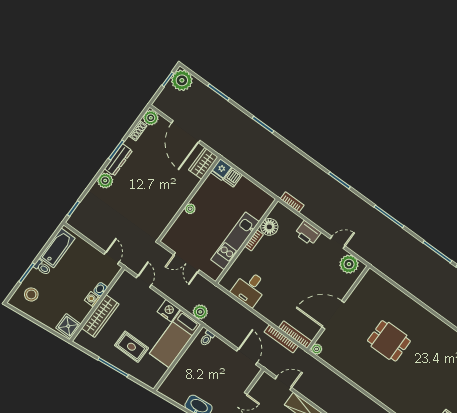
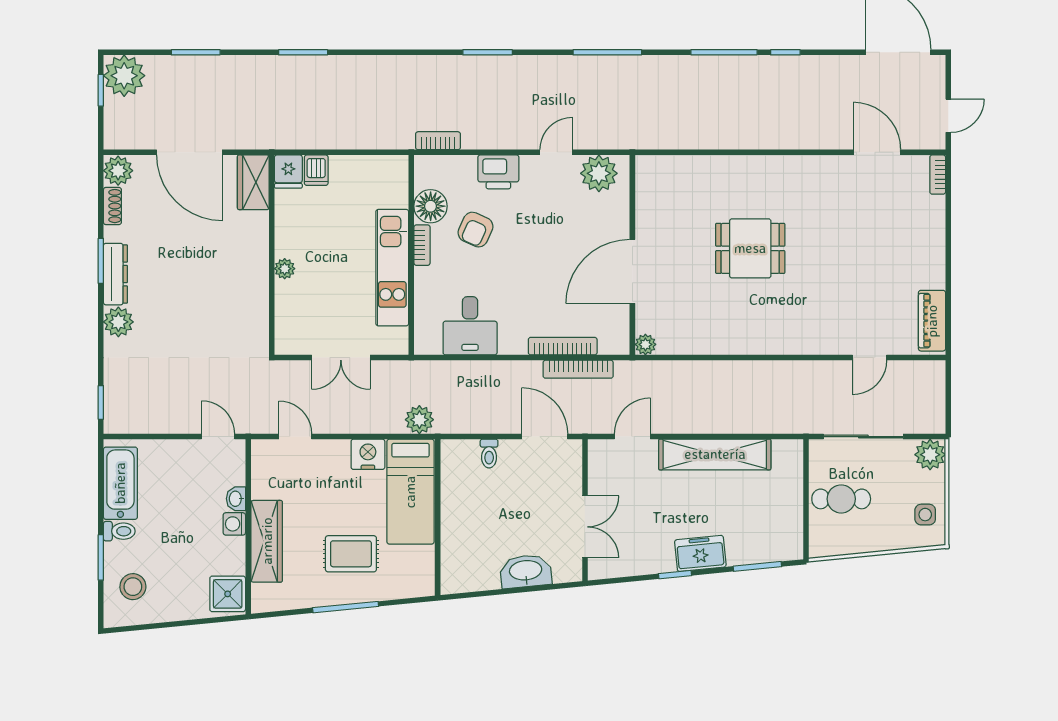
armchair: (281, 250) -> (476, 230), added
bookcase: (295, 335) -> (563, 346), moved
toilet: (207, 338) -> (489, 454), moved

